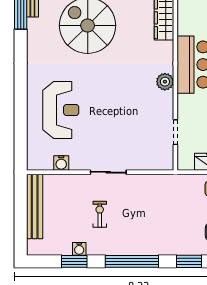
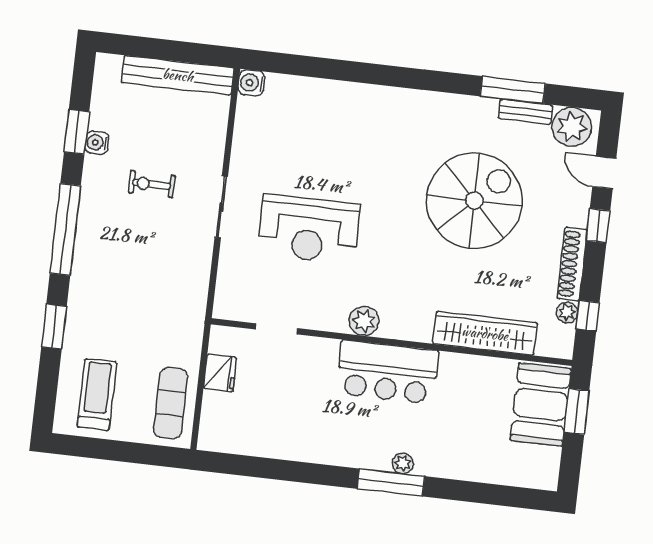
reception desk: (61, 110) -> (309, 229), moved
water cooler: (61, 163) -> (252, 83), moved
exercise bike: (100, 214) -> (152, 184), turned 180

